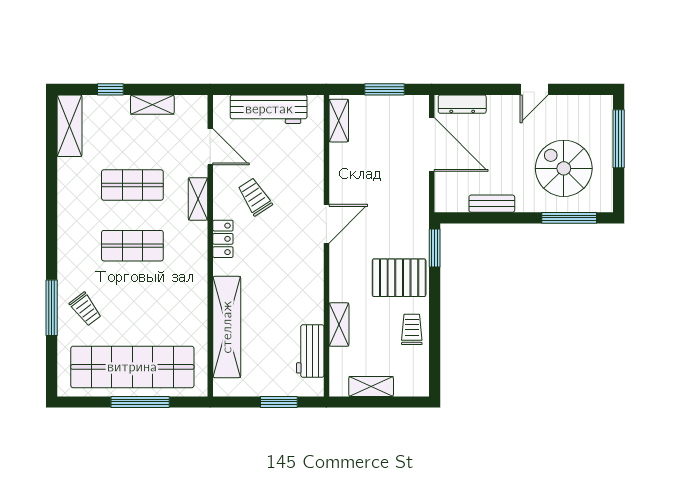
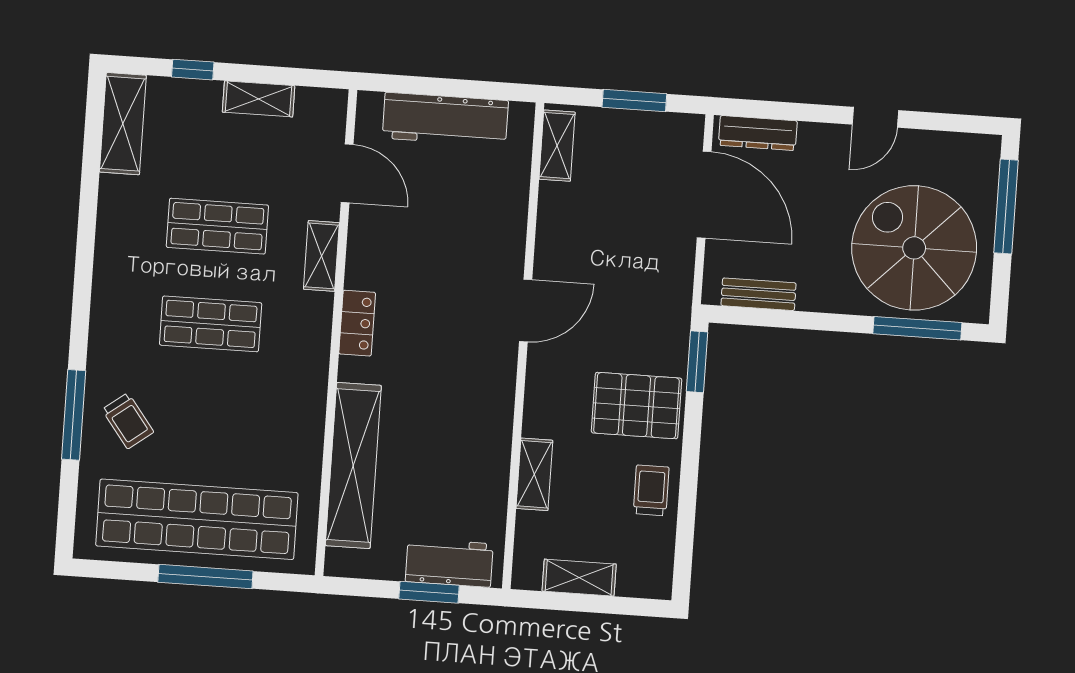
spiral stairs: (564, 168) -> (914, 248), width x1.37, depth x1.37
trolley: (255, 197) -> (413, 259), removed
bench: (492, 204) -> (758, 294), moved
workbench: (310, 351) -> (449, 563), moved, turned 90

